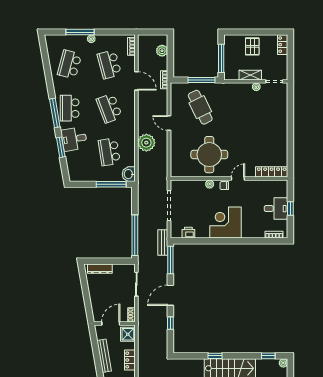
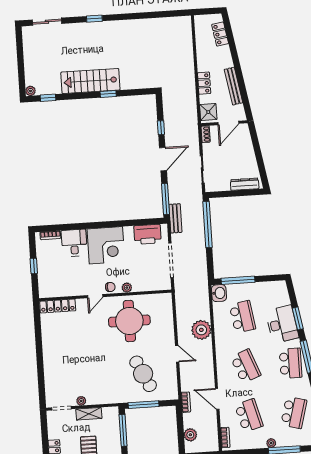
desk: (74, 139) -> (282, 324), width x1.37
desk: (276, 209) -> (74, 243), moved, turned 90
printer: (188, 233) -> (147, 234), width x1.87, depth x1.48

